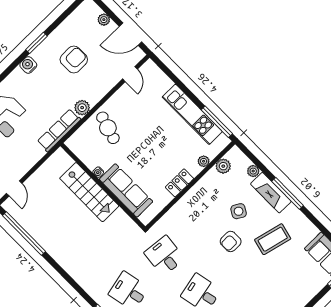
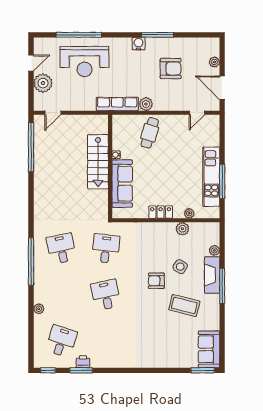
window: (37, 43) -> (158, 35), width x1.44
window: (217, 122) -> (222, 181), moved
plant: (223, 166) -> (182, 229), moved

